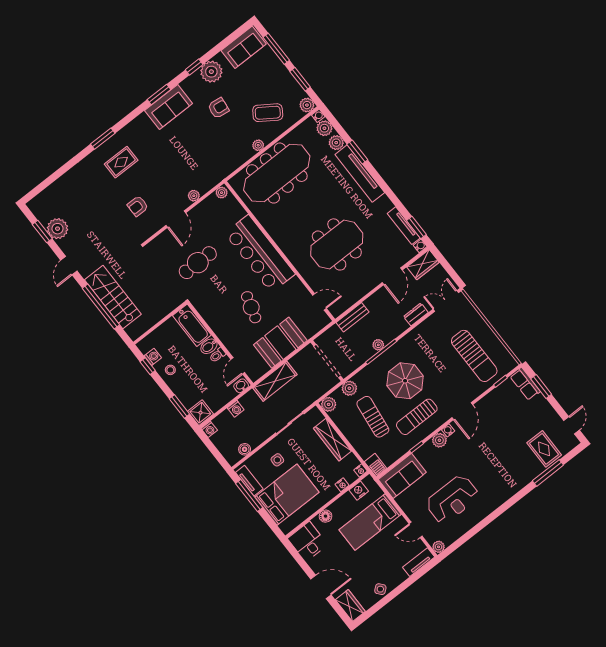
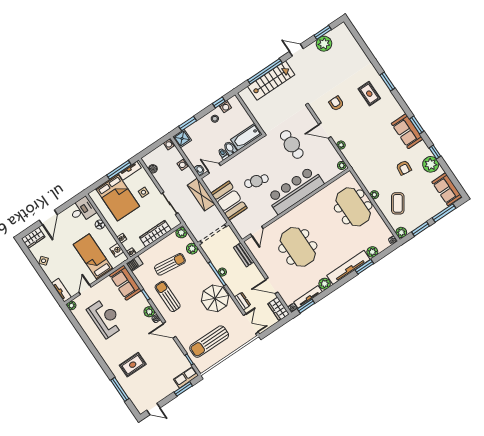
plant: (324, 128) -> (325, 284), moved
meeting table: (277, 173) -> (353, 207), width x0.73
parasol: (405, 381) -> (215, 298), moved
rug: (544, 449) -> (133, 365), moved
reception desk: (452, 499) -> (105, 318), turned 180

